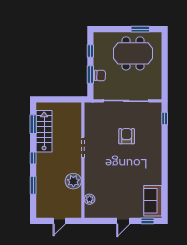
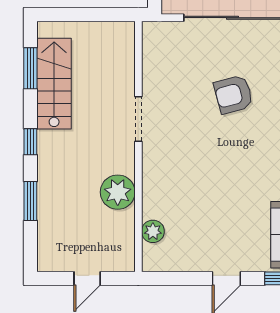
armchair: (127, 136) -> (233, 94), turned -105

